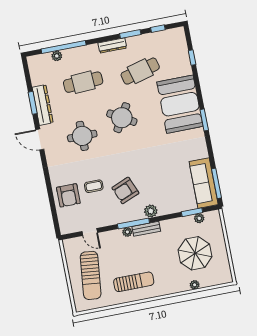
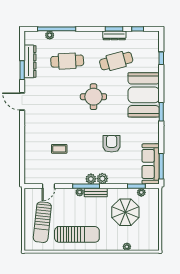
dresser: (112, 45) -> (114, 35), moved
dresser: (43, 105) -> (30, 61), moved
round table: (122, 118) -> (93, 97), turned -30
round table: (82, 136) -> (58, 105), removed
armchair: (125, 190) -> (112, 144), moved, turned 112
armchair: (68, 195) -> (37, 152), removed
plant: (137, 214) -> (91, 179), added
door: (90, 232) -> (49, 186), hinge flipped
parasol: (195, 253) -> (125, 212), moved
sun lounger: (134, 282) -> (77, 234), width x1.36, depth x1.34

